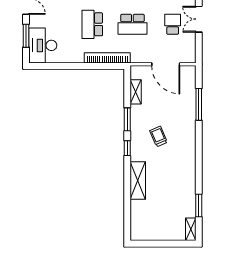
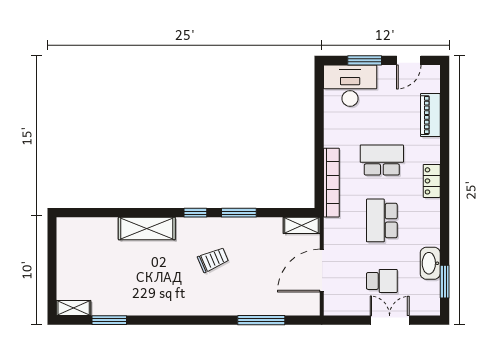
shelving: (136, 92) -> (302, 225), moved

